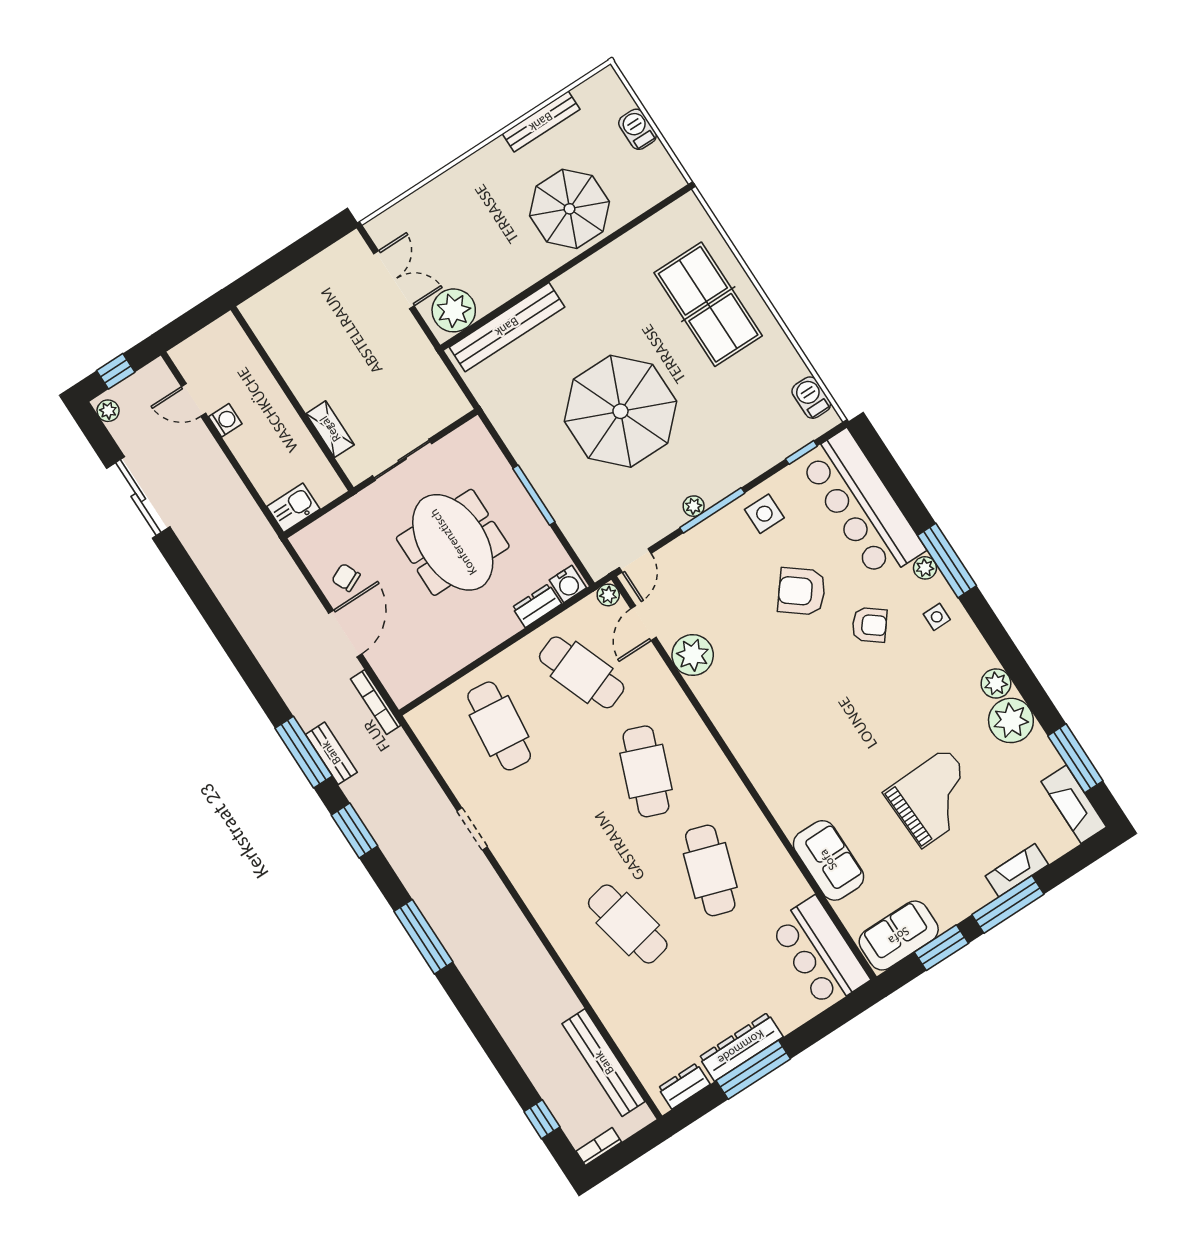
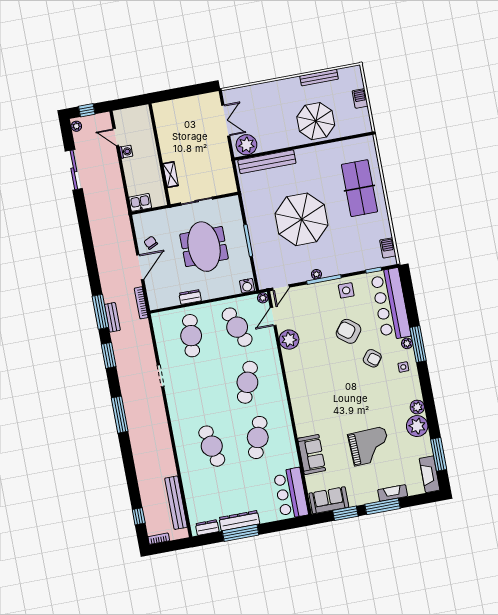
dresser: (537, 606) -> (190, 297), moved

